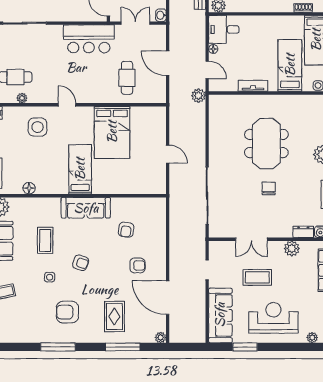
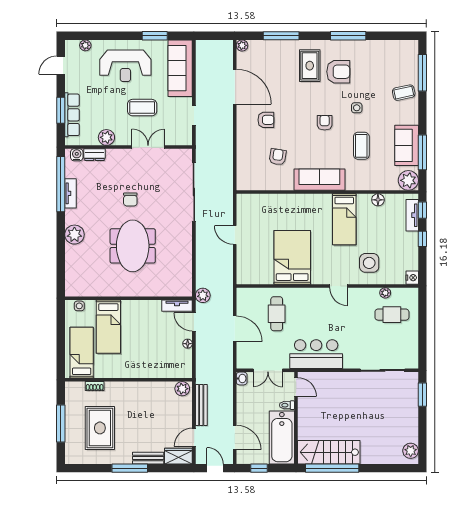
desk: (224, 29) -> (177, 364), removed
tv unit: (253, 86) -> (177, 306), moved
bed: (80, 169) -> (344, 219), moved
armchair: (81, 263) -> (325, 123), turned 71
armchair: (137, 265) -> (266, 120), turned 180
rug: (114, 317) -> (310, 66), moved

